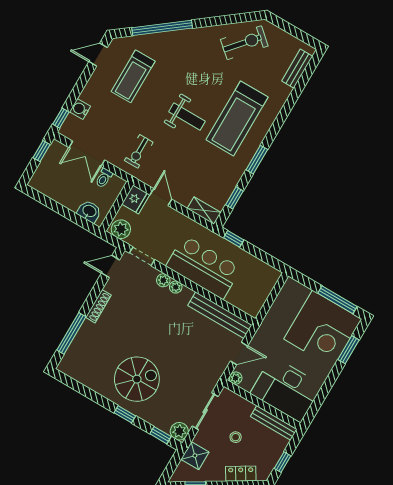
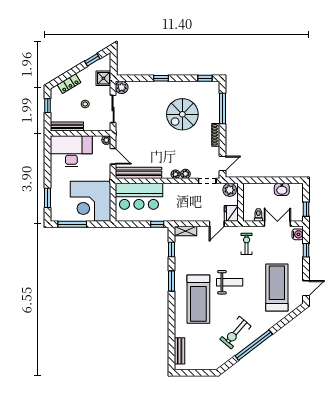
window: (162, 28) -> (254, 345), moved
exercise bike: (244, 43) -> (235, 333), moved
treadmill: (133, 76) -> (277, 287), width x1.37, depth x1.38
water cooler: (80, 109) -> (298, 234), moved
weight bench: (187, 117) -> (230, 282), turned 180
window: (61, 118) -> (306, 250), moved
treadmill: (237, 118) -> (198, 299), turned 180
door: (161, 197) -> (217, 224), hinge flipped
washbasin: (89, 211) -> (282, 189), moved
bar counter: (204, 267) -> (139, 196), moved
corner desk: (323, 329) -> (91, 201), moved, turned -90
door: (239, 353) -> (113, 156), swing flipped
spiral stairs: (137, 379) -> (182, 114), moved
window: (160, 435) -> (205, 78), moved

